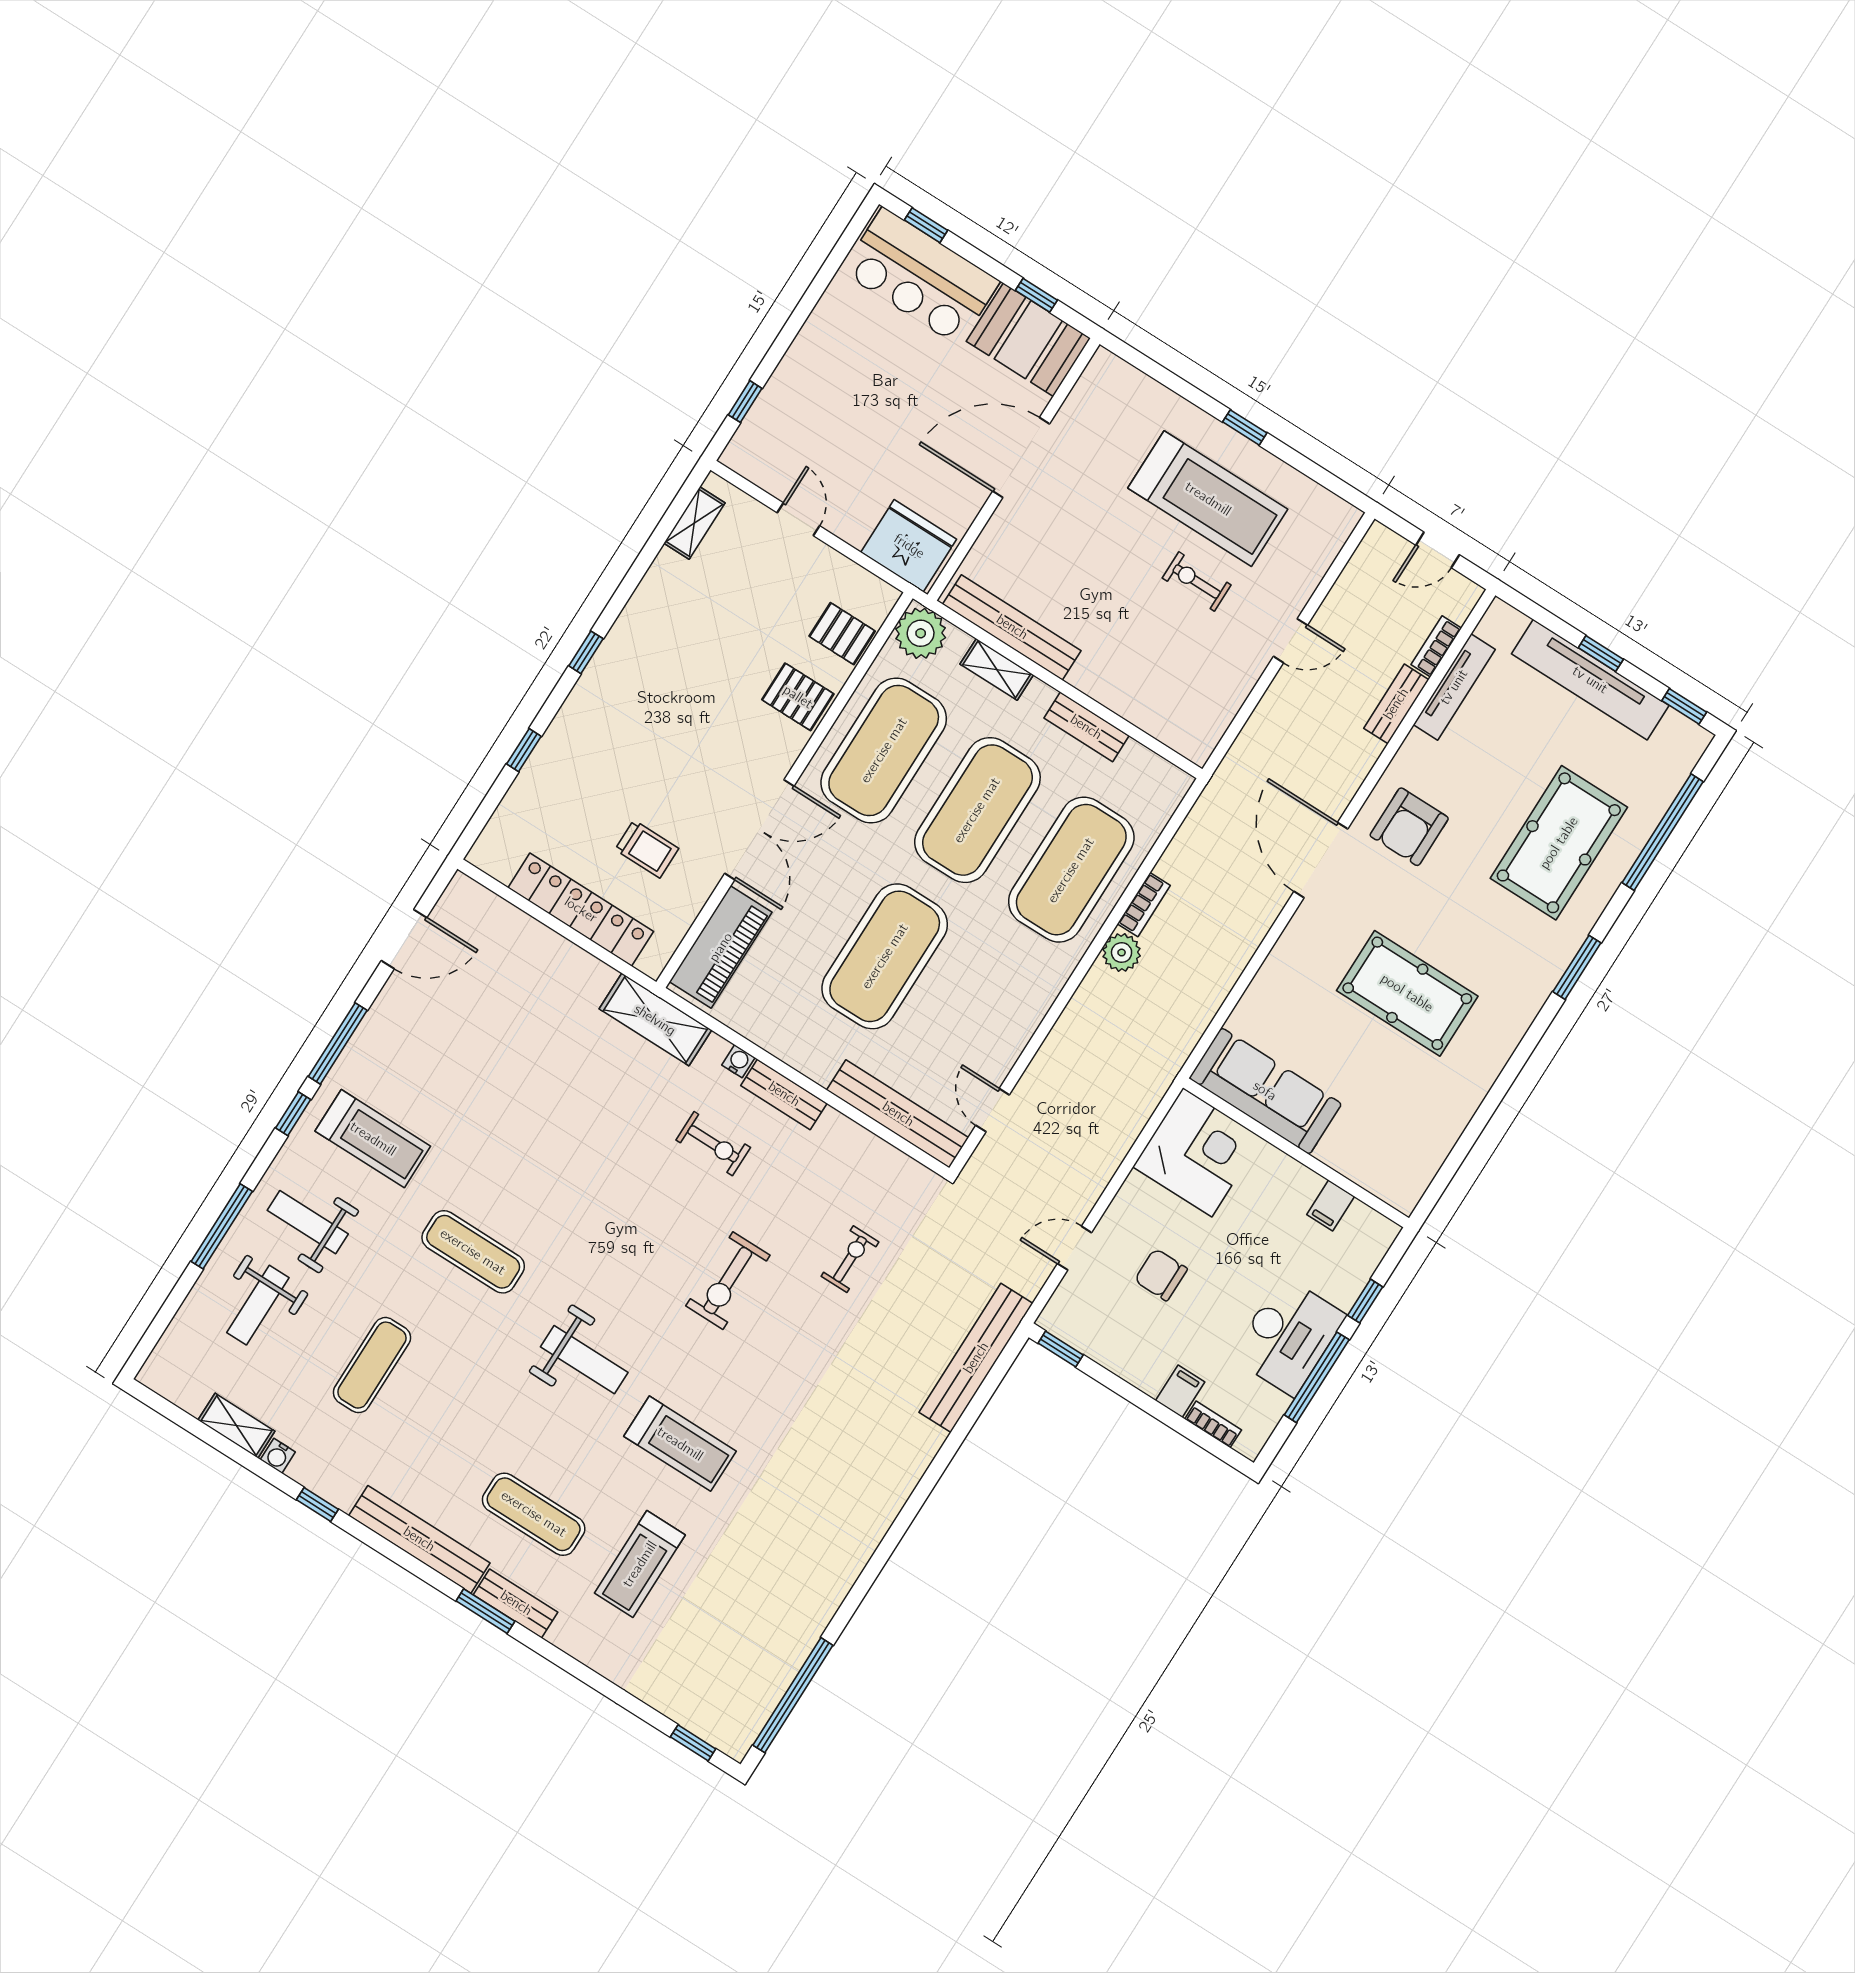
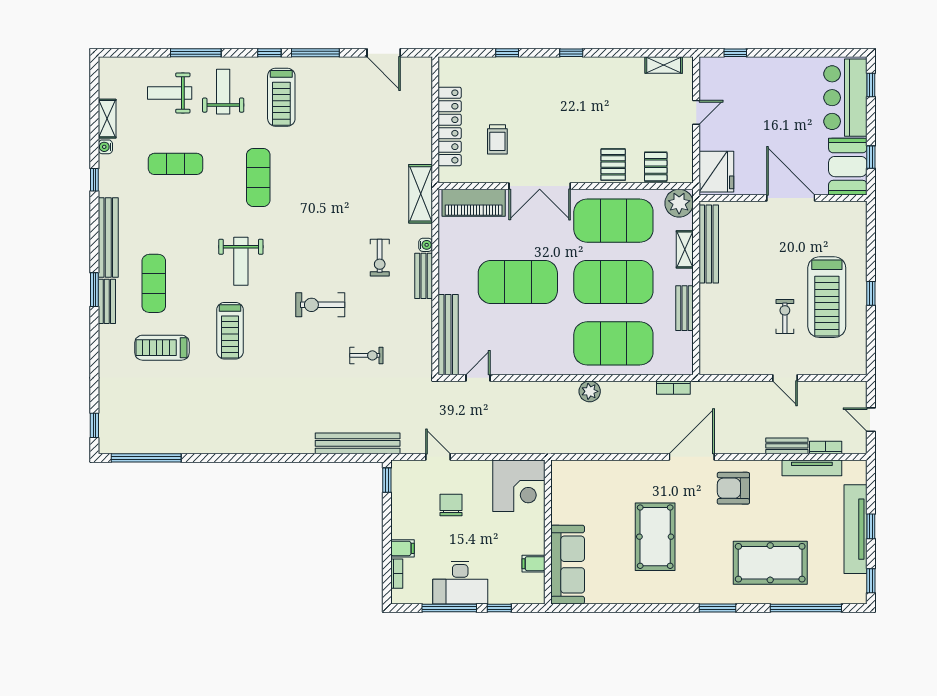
bookcase: (1144, 905) -> (673, 388), moved
sofa: (1265, 1091) -> (568, 565), moved

